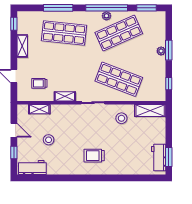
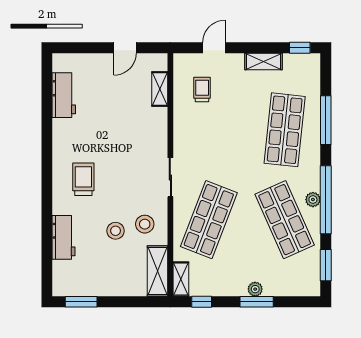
shelving: (65, 96) -> (181, 279), moved
stool: (49, 140) -> (116, 231), moved
window: (14, 153) -> (89, 48), removed
workbench: (159, 158) -> (64, 237), moved, turned 90
workbench: (32, 168) -> (64, 95), moved

